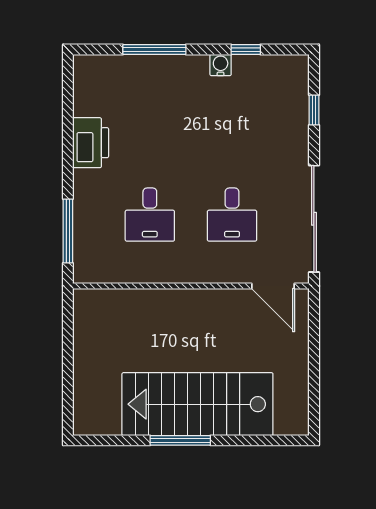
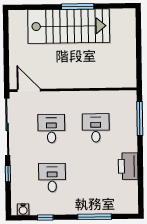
water cooler: (221, 65) -> (23, 209), moved
window: (314, 110) -> (8, 174), moved
desk: (232, 124) -> (52, 178), added

